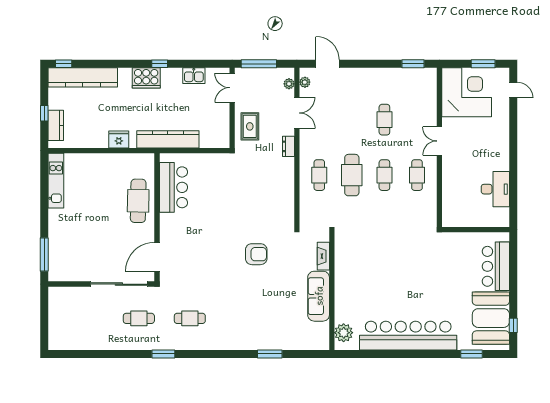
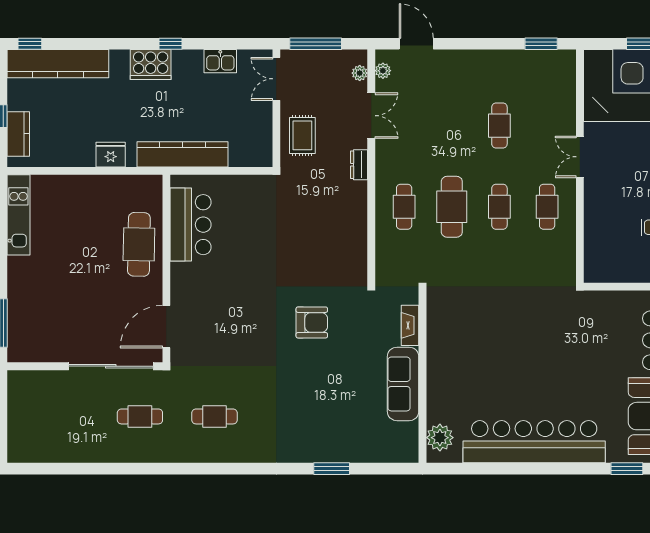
window: (163, 354) -> (176, 469), removed

